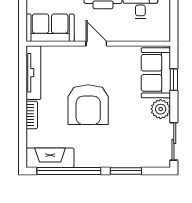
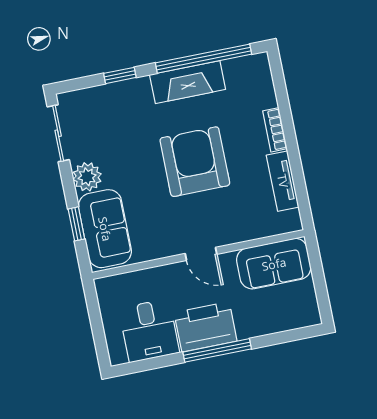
tv unit: (33, 73) -> (283, 181), width x0.71
fireplace: (50, 158) -> (188, 82), moved
window: (126, 171) -> (120, 75), width x0.67

